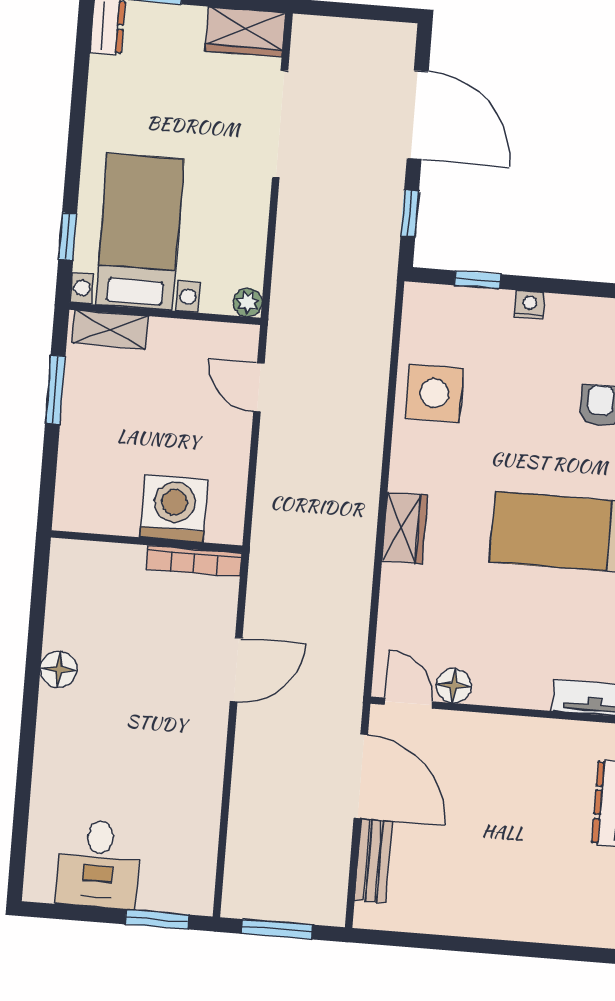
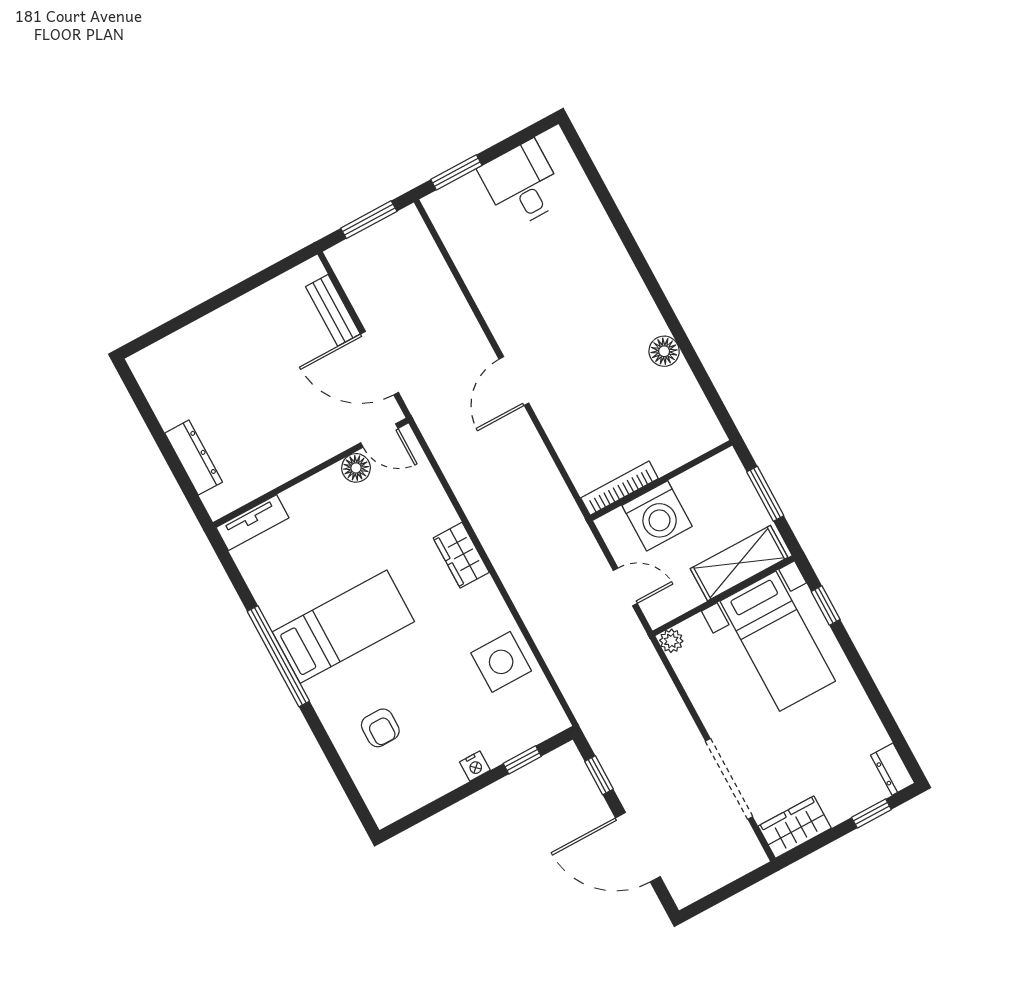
shelving: (110, 330) -> (739, 563), width x1.50, depth x1.33
washing machine: (174, 508) -> (657, 516), moved
wall: (147, 542) -> (661, 481), moved
bookcase: (194, 561) -> (620, 488), moved
floor lamp: (59, 669) -> (664, 351), moved

